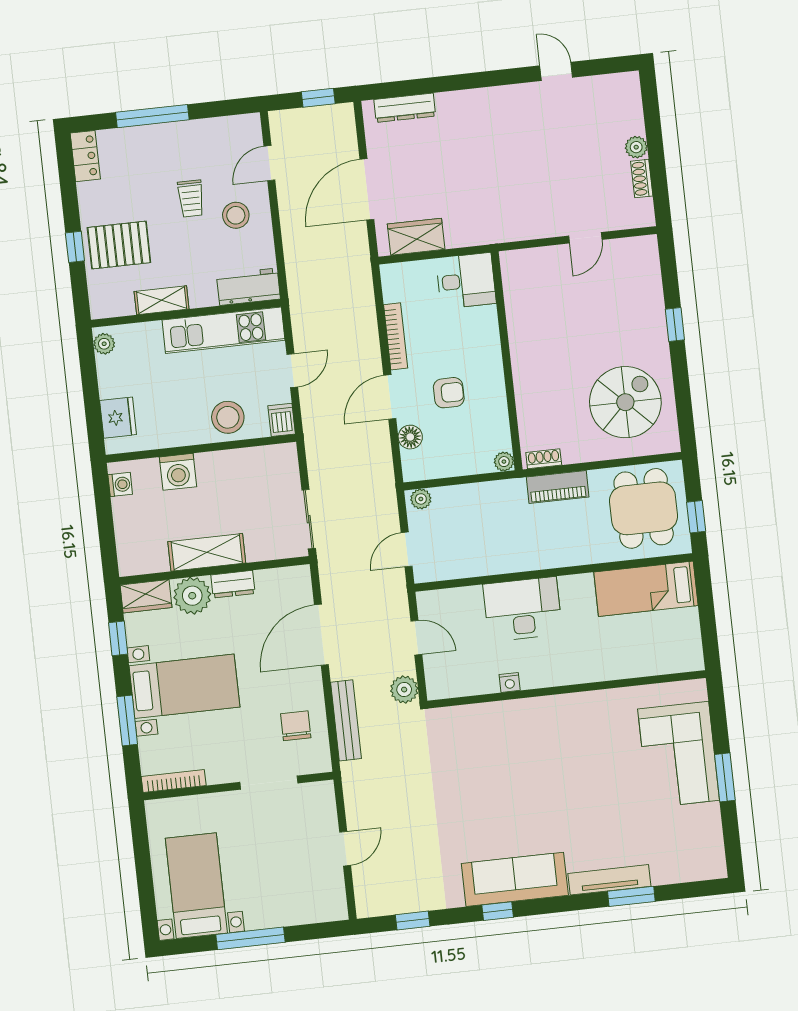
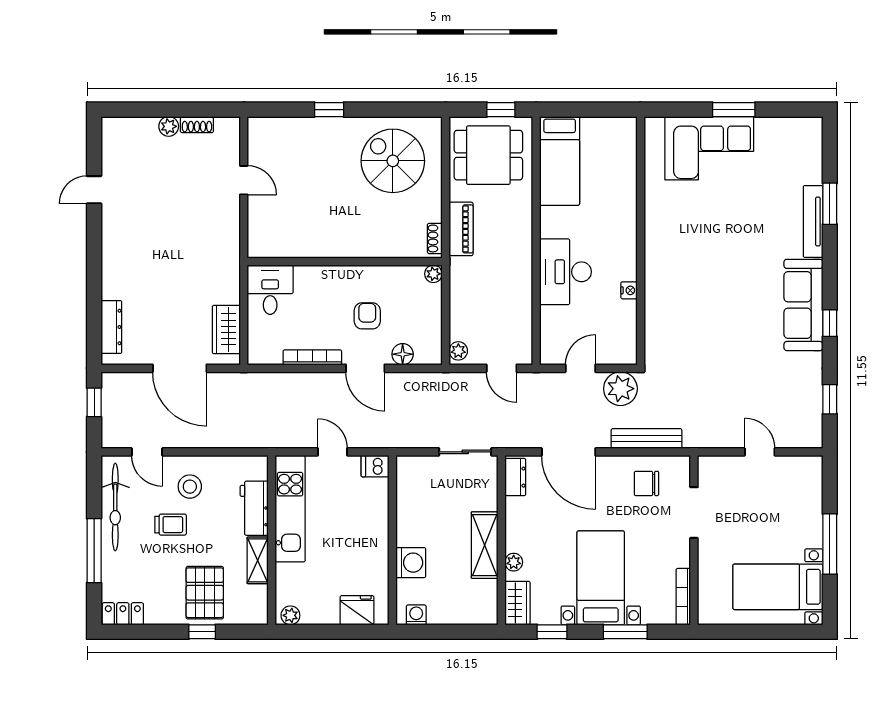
bicycle: (204, 134) -> (115, 507), added
workbench: (248, 287) -> (254, 508), moved
stool: (228, 417) -> (367, 513), removed
dresser: (233, 584) -> (515, 477), moved
plant: (192, 596) -> (514, 562), width x0.53, depth x0.53
plant: (404, 690) -> (620, 389), width x1.36, depth x1.36

